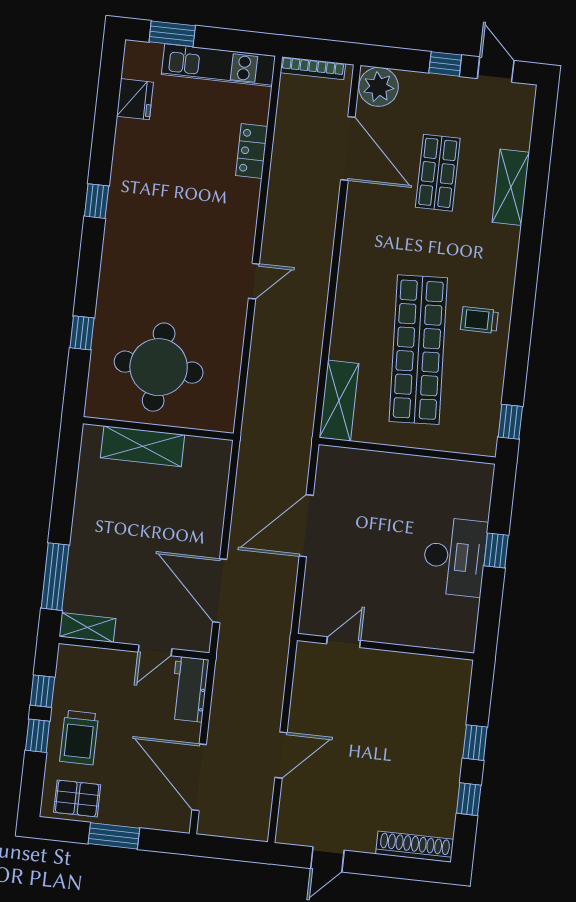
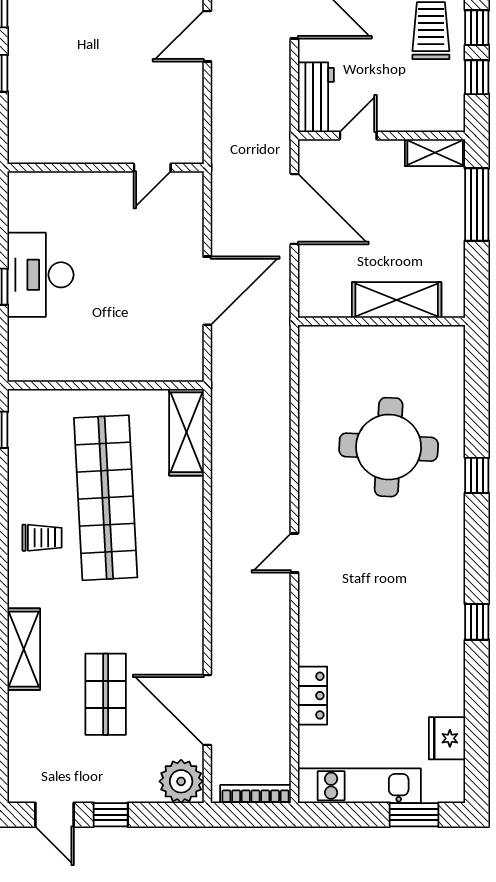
shelving: (511, 187) -> (24, 649), moved
wall: (158, 429) -> (382, 321), moved
shelving: (143, 446) -> (397, 300), moved

